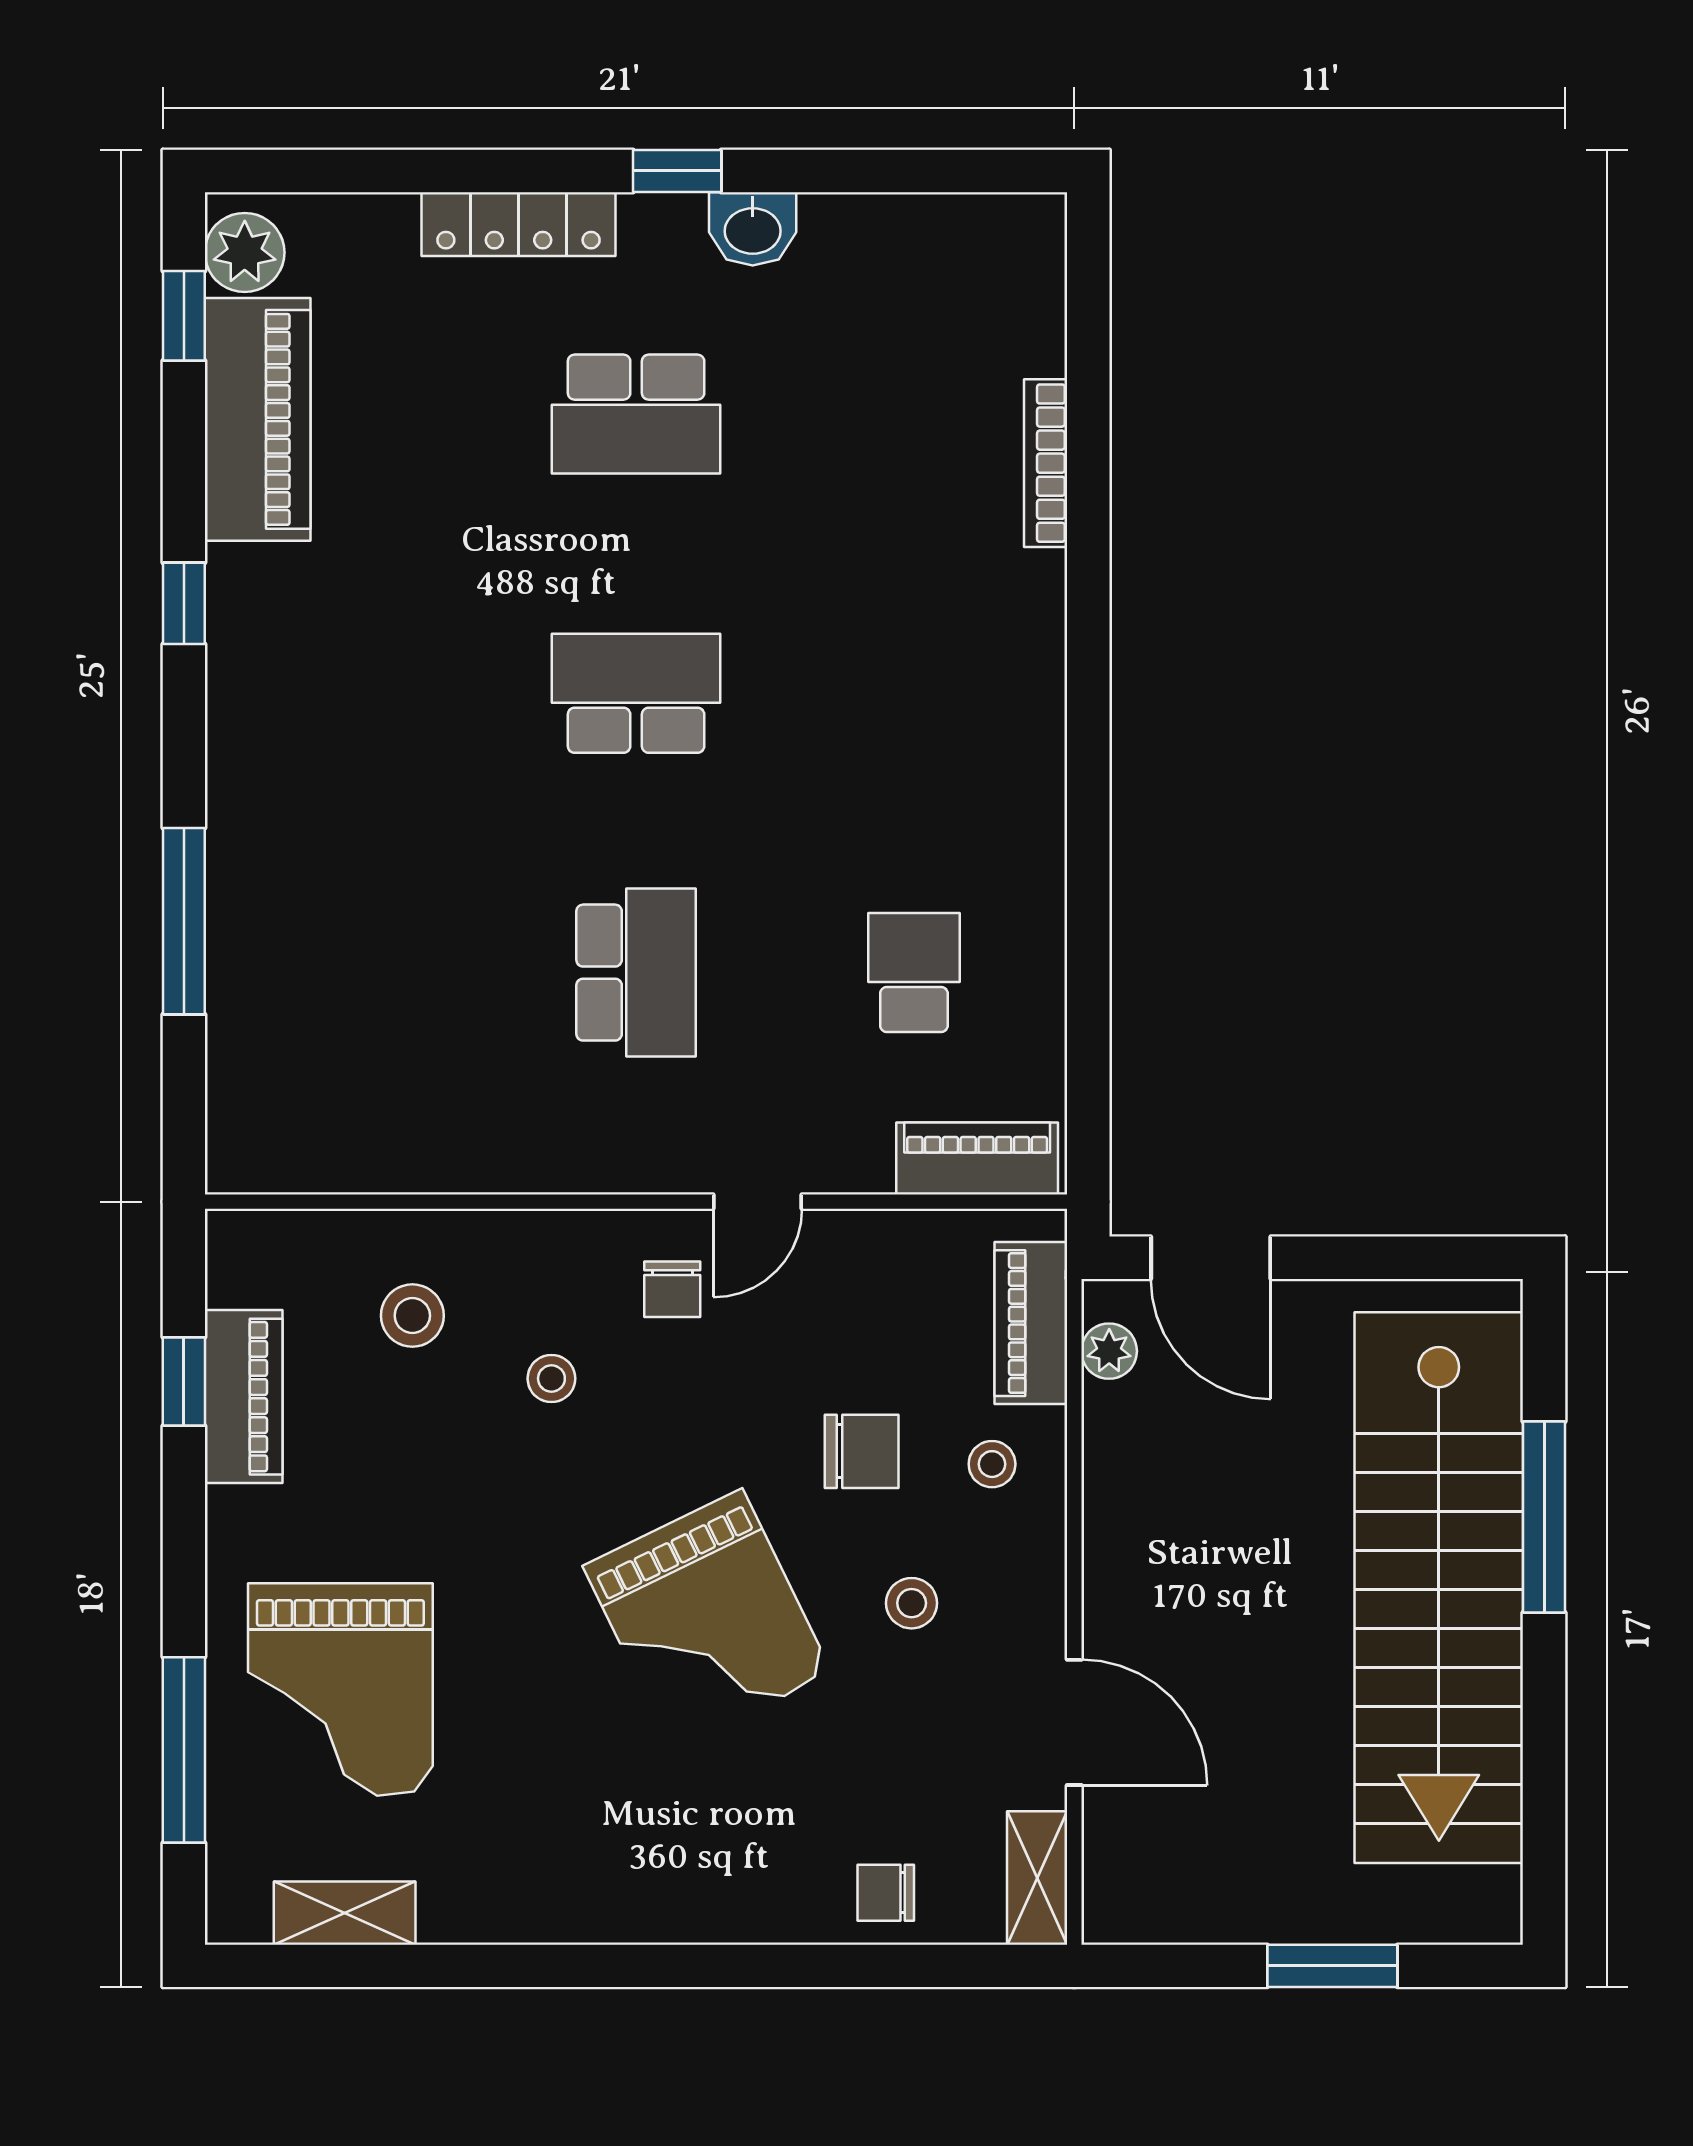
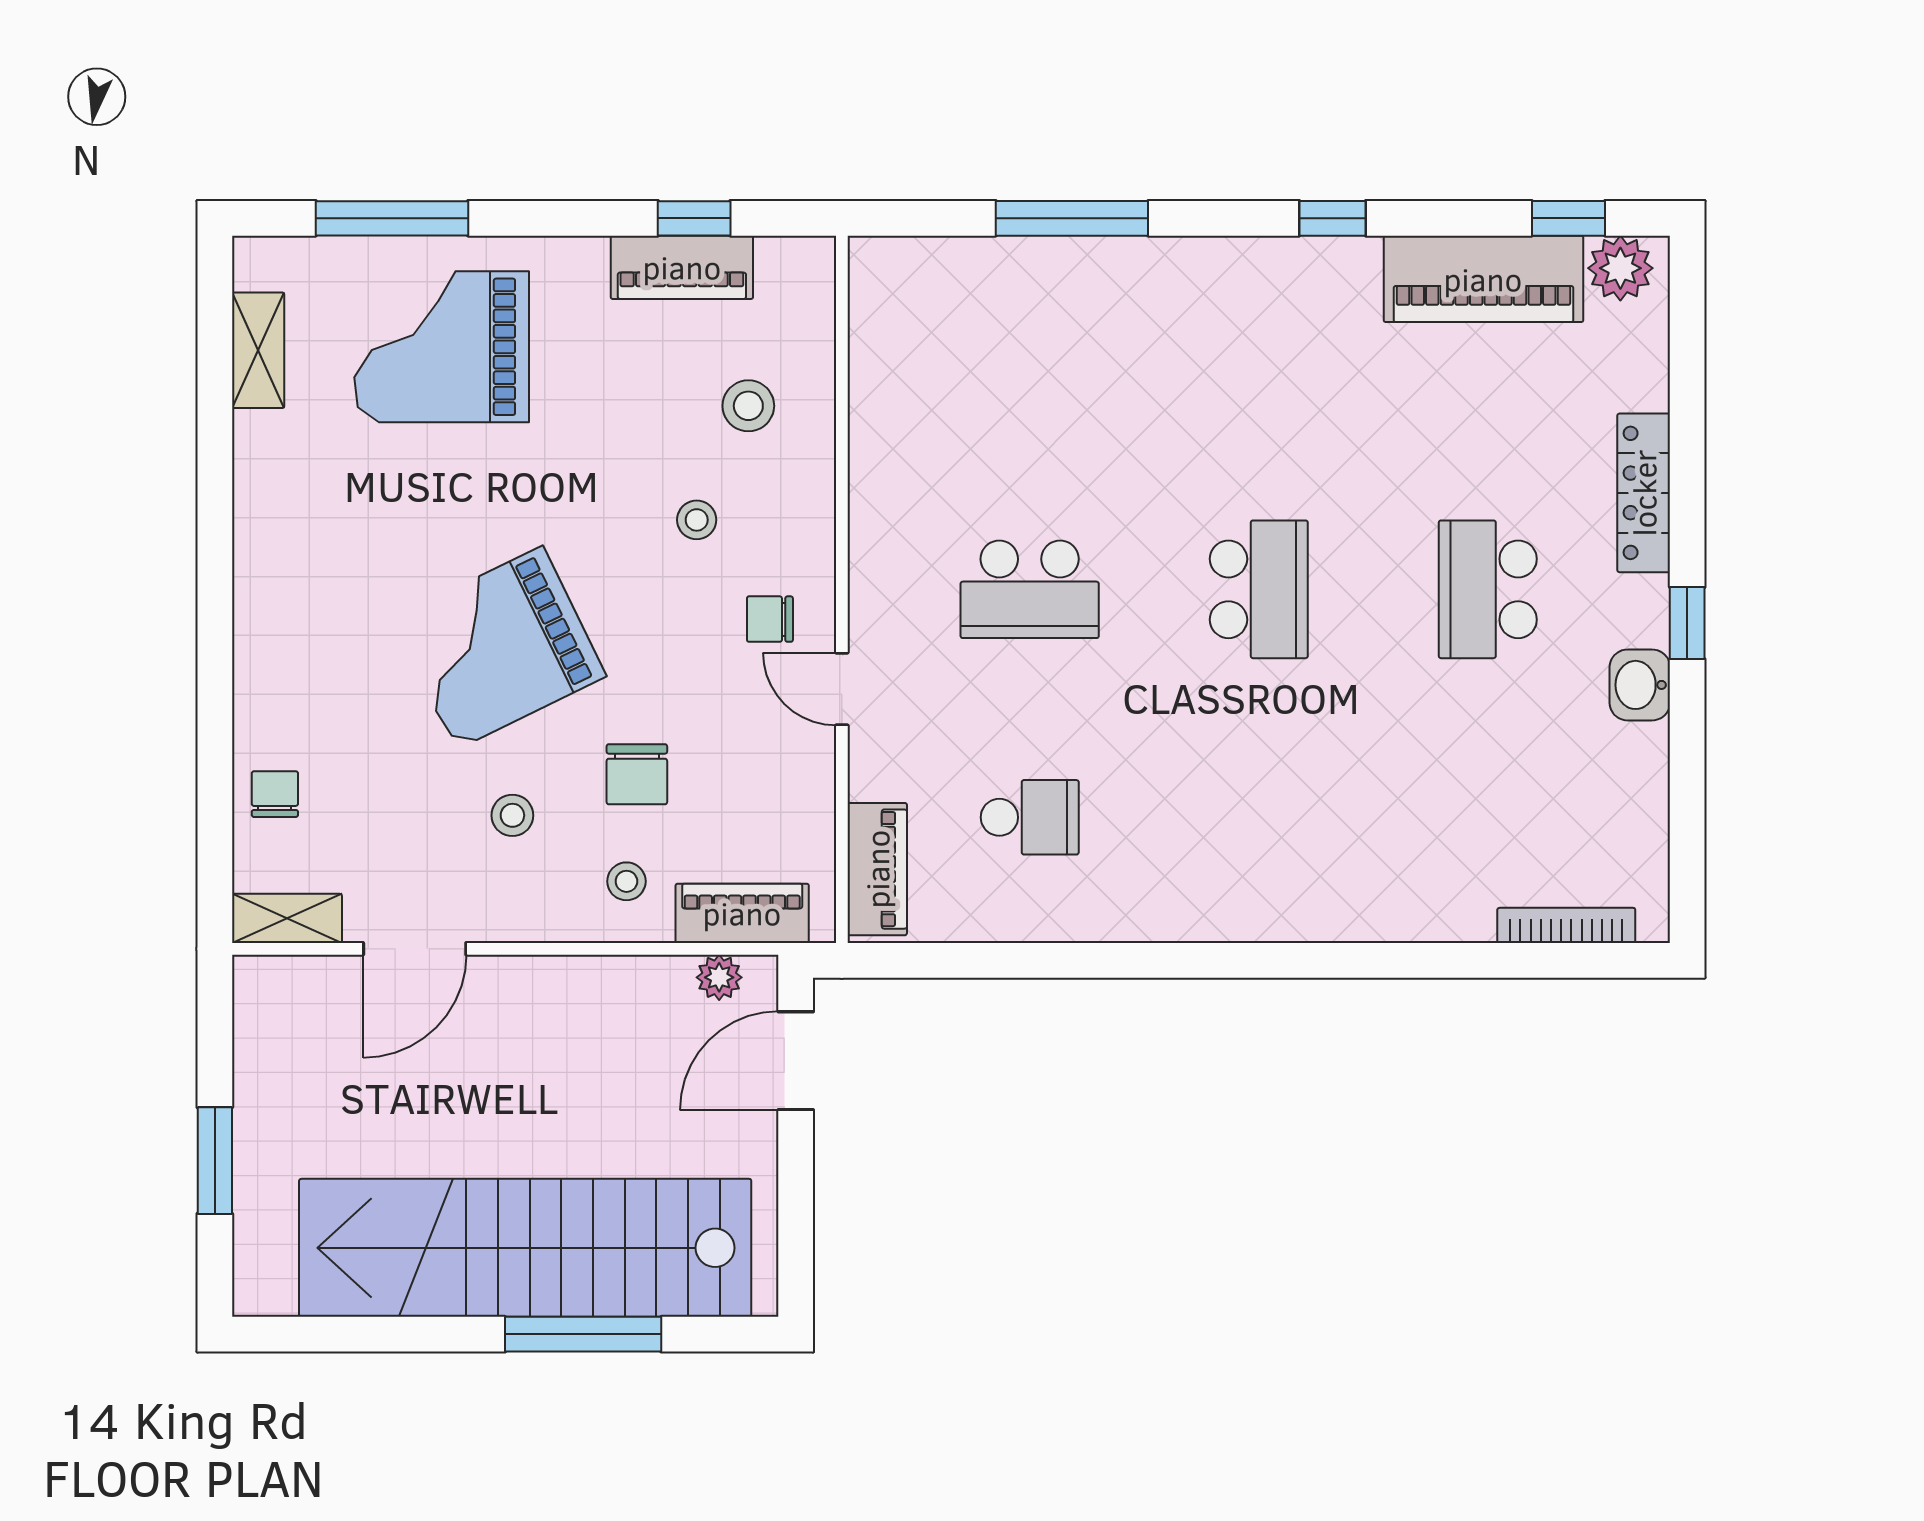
bookcase: (1046, 463) -> (1566, 925), moved

